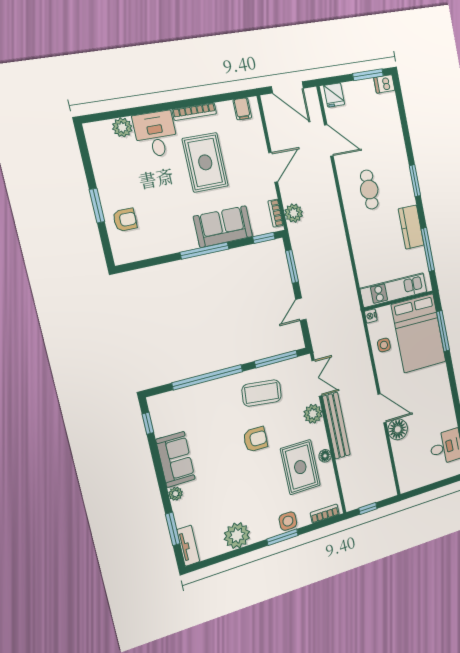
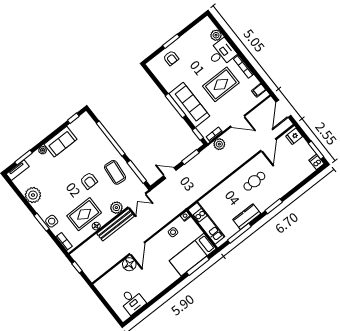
sofa: (223, 227) -> (189, 105), width x1.36
bed: (419, 333) -> (193, 255), width x0.67

